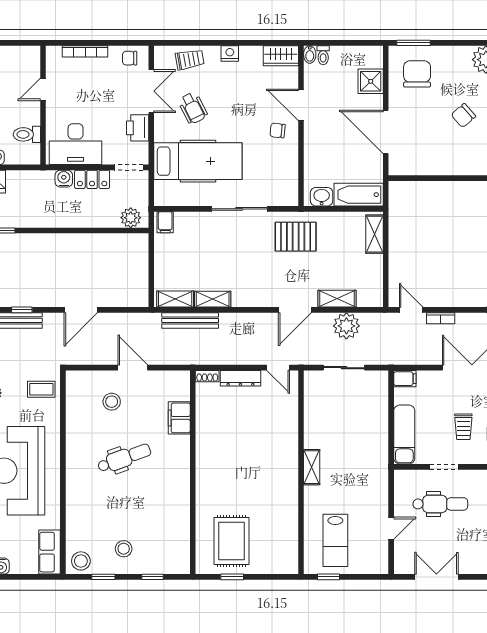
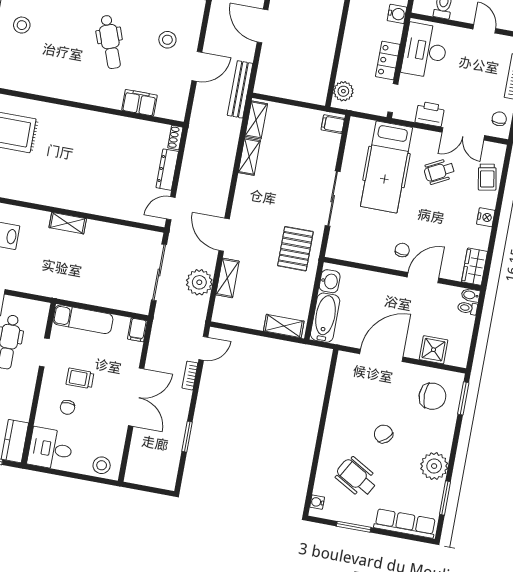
water cooler: (64, 179) -> (397, 14), moved
bench: (190, 321) -> (240, 89), moved
sliding door: (344, 368) -> (159, 272), width x1.37

